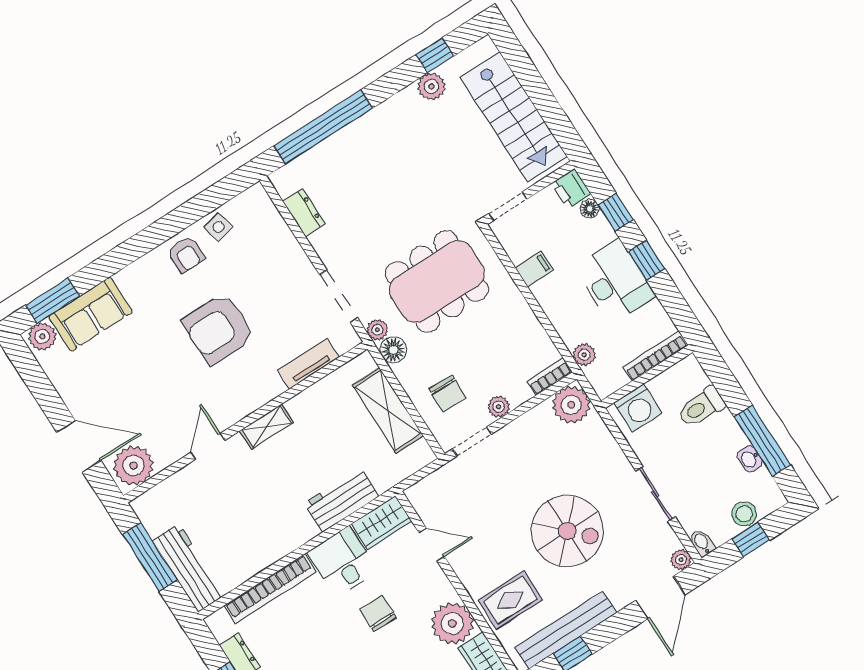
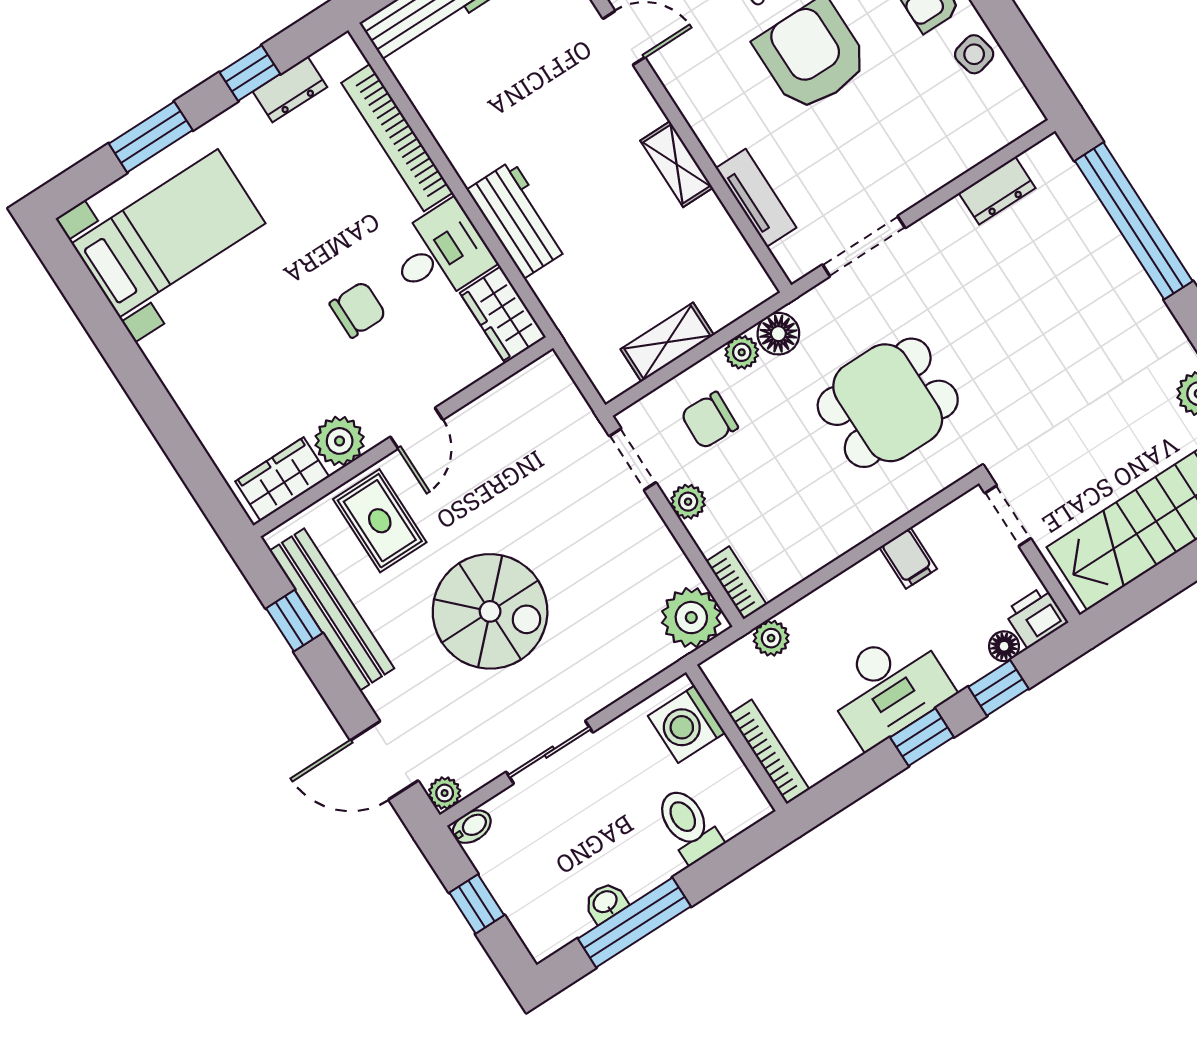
dining table: (437, 281) -> (888, 403), width x0.73
plant: (377, 330) -> (742, 352), moved
shelving: (388, 410) -> (667, 342), width x0.67, depth x0.75
shelving: (267, 427) -> (677, 164), moved
workbench: (341, 500) -> (518, 219), moved
stool: (744, 514) -> (518, 894), removed
spiral stairs: (567, 531) -> (490, 611), turned -90
door: (432, 545) -> (417, 428), moved
plant: (452, 623) -> (340, 441), width x0.73, depth x0.73

